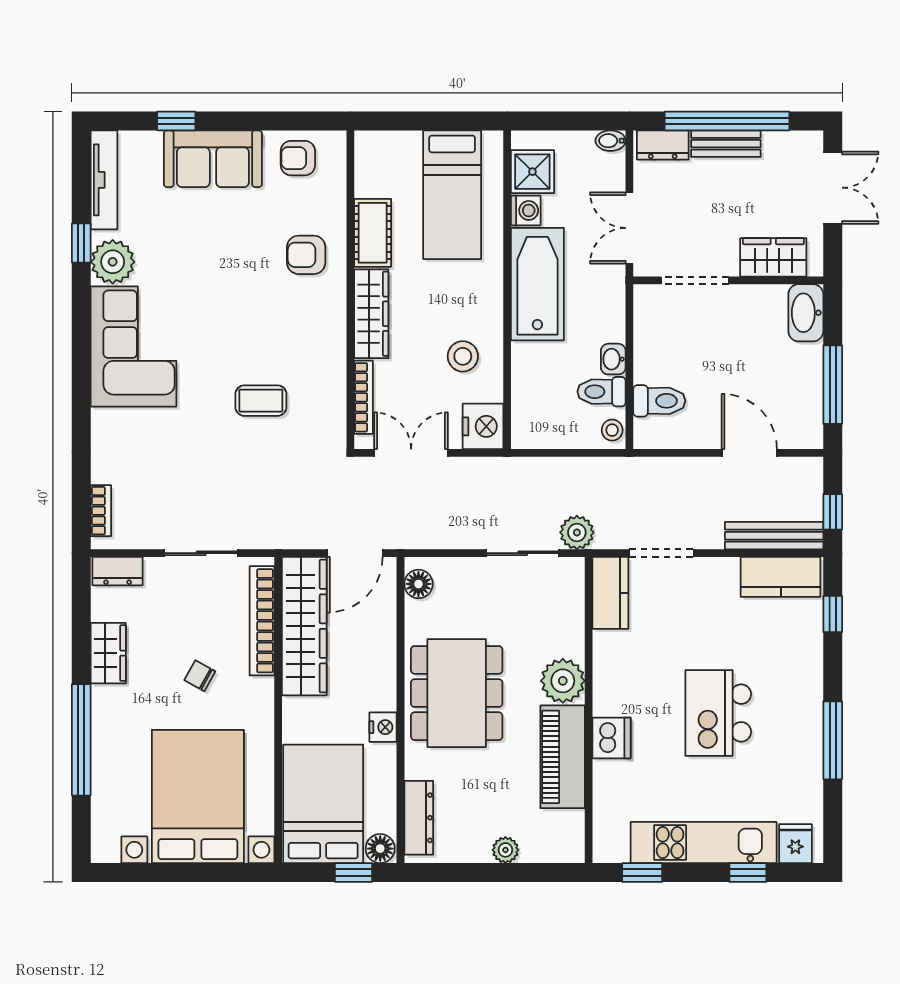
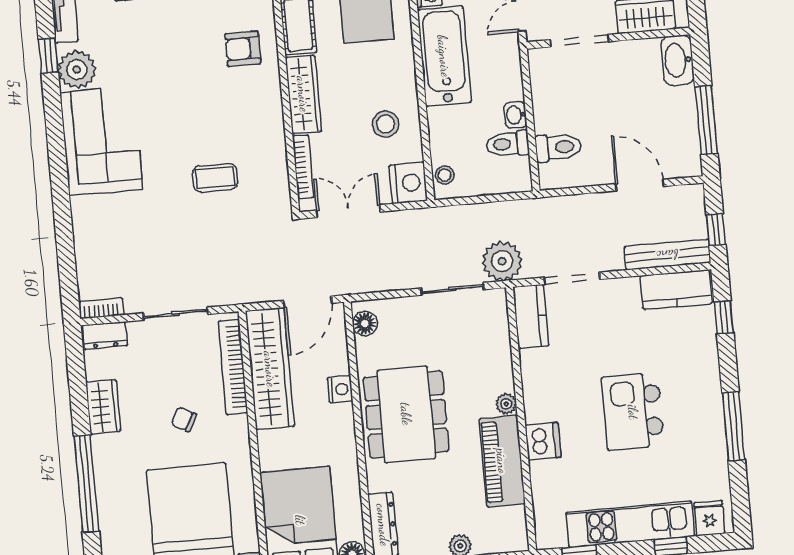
stool: (612, 430) -> (445, 175), moved
bookcase: (101, 511) -> (101, 308), moved, turned -90
plant: (577, 532) -> (502, 261), width x1.36, depth x1.36
plant: (563, 681) -> (506, 404), width x0.53, depth x0.53
nightstand: (383, 727) -> (340, 389), moved

